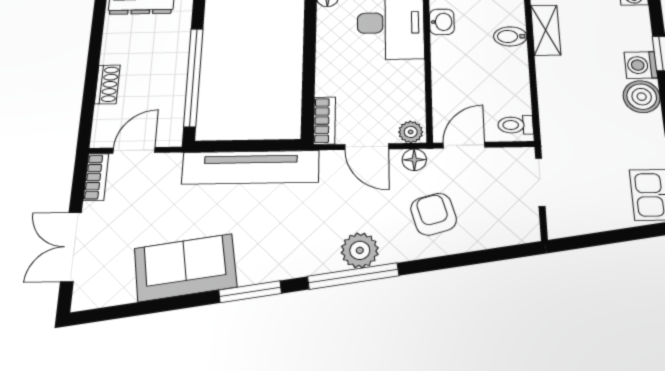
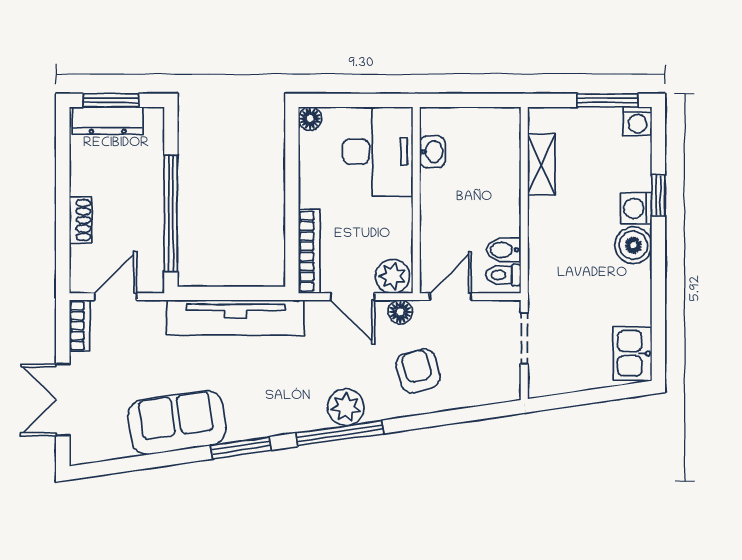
bidet: (510, 36) -> (504, 250), moved
bookcase: (324, 121) -> (309, 251), width x1.56
plant: (411, 132) -> (392, 276), width x1.38, depth x1.38

